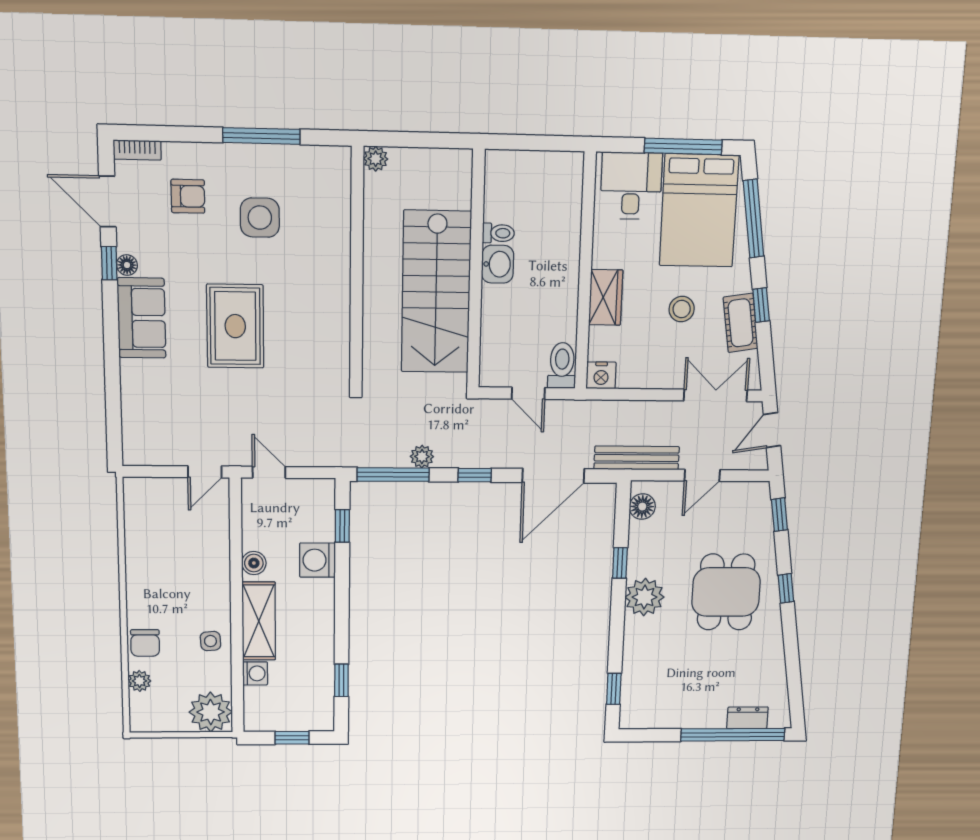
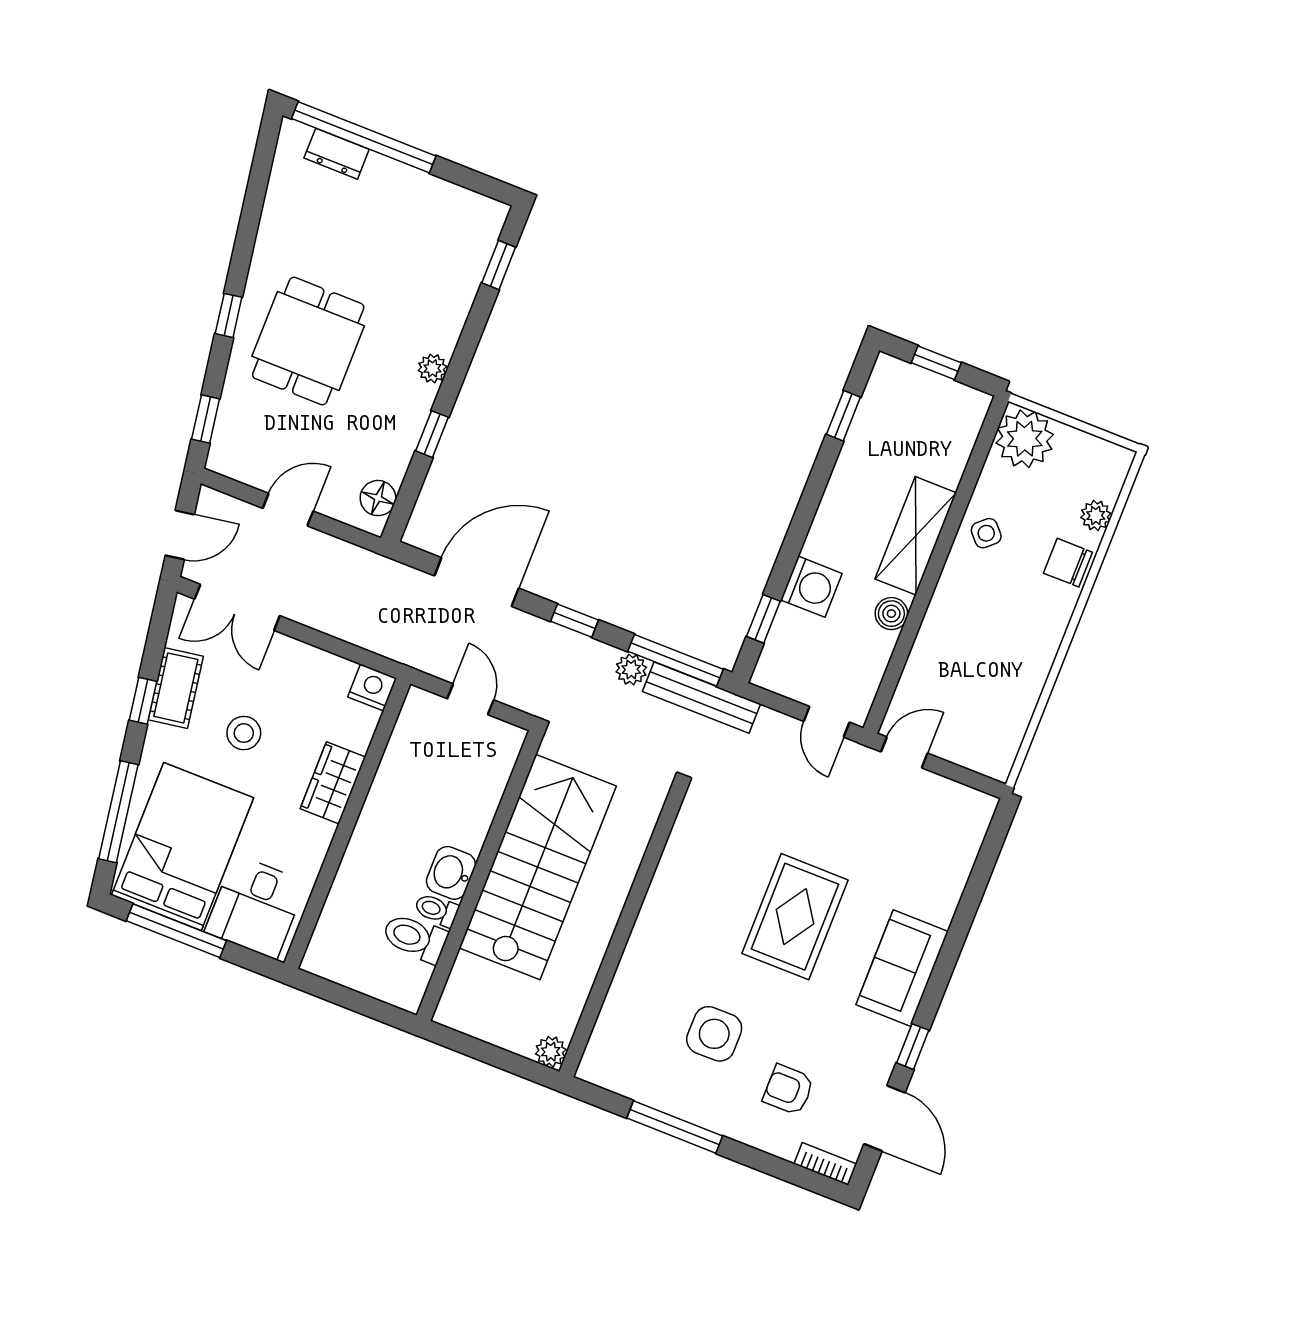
floor lamp: (127, 265) -> (893, 1037), removed
toilet: (562, 365) -> (415, 938), moved, turned 90
bench: (637, 458) -> (702, 698), moved
plant: (645, 597) -> (432, 368), width x0.53, depth x0.53
side table: (210, 641) -> (986, 533), turned -38
chair: (145, 643) -> (1068, 563), turned -90
washing machine: (255, 673) -> (948, 468), removed

